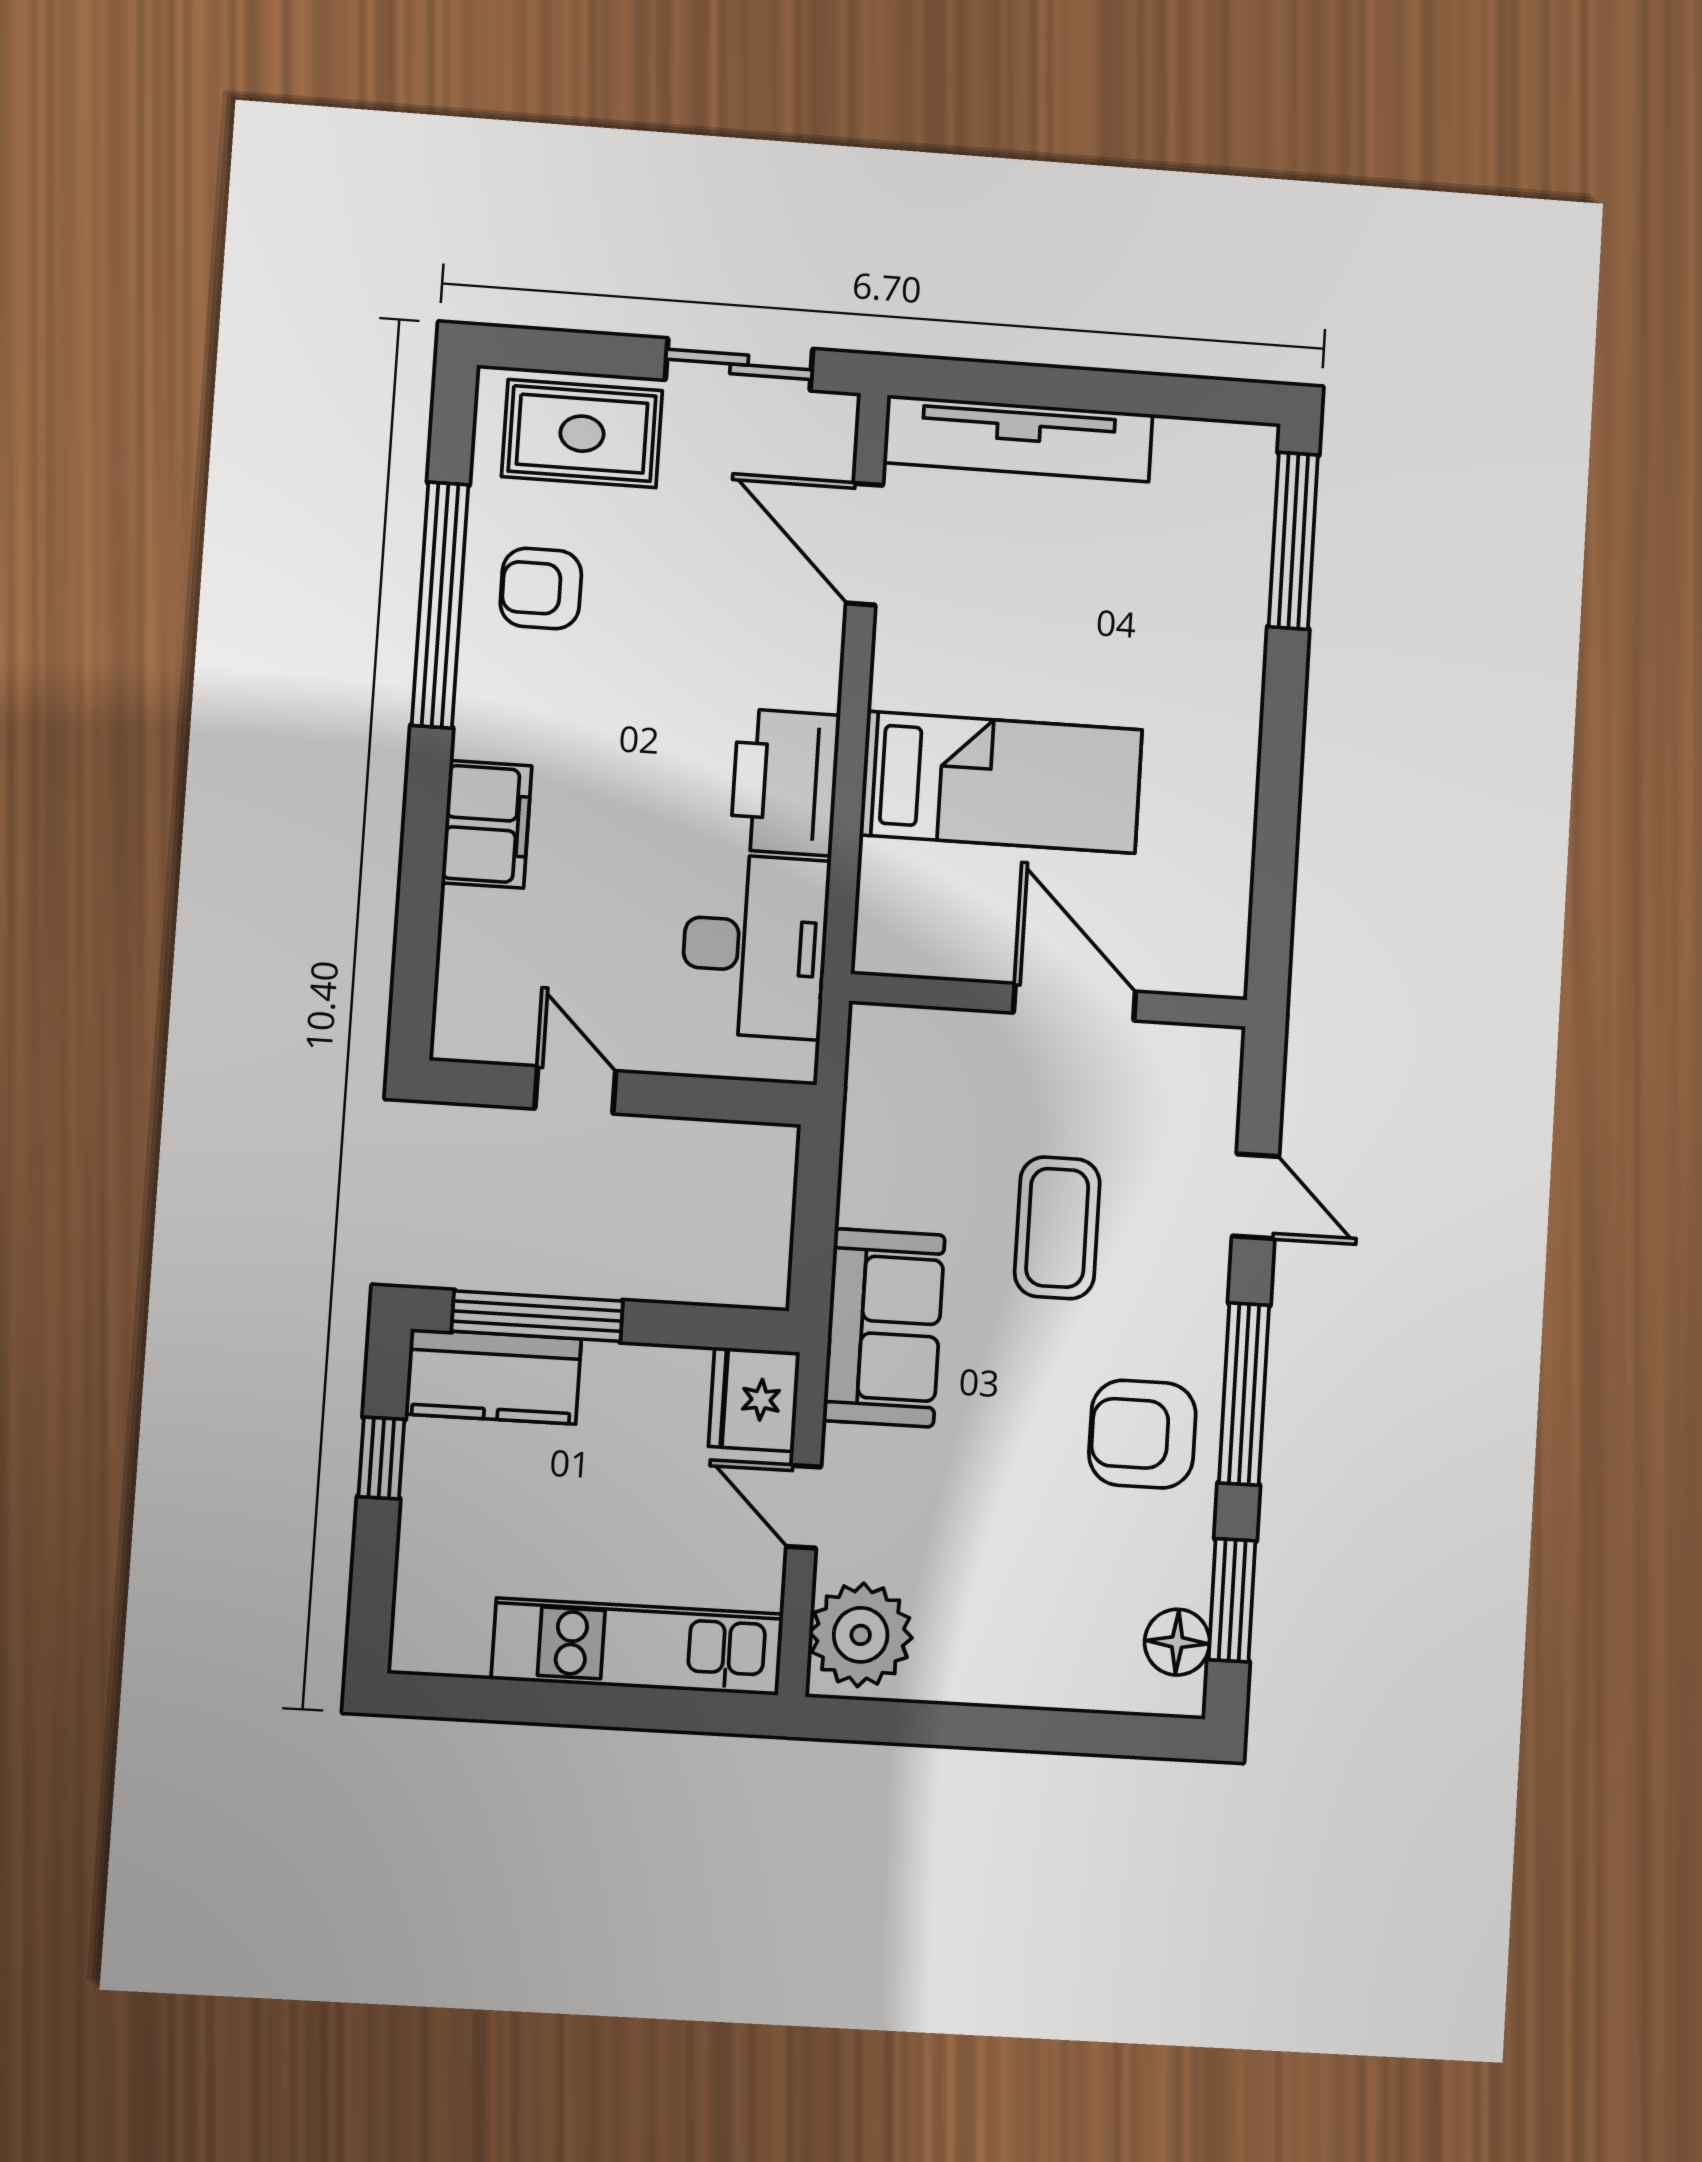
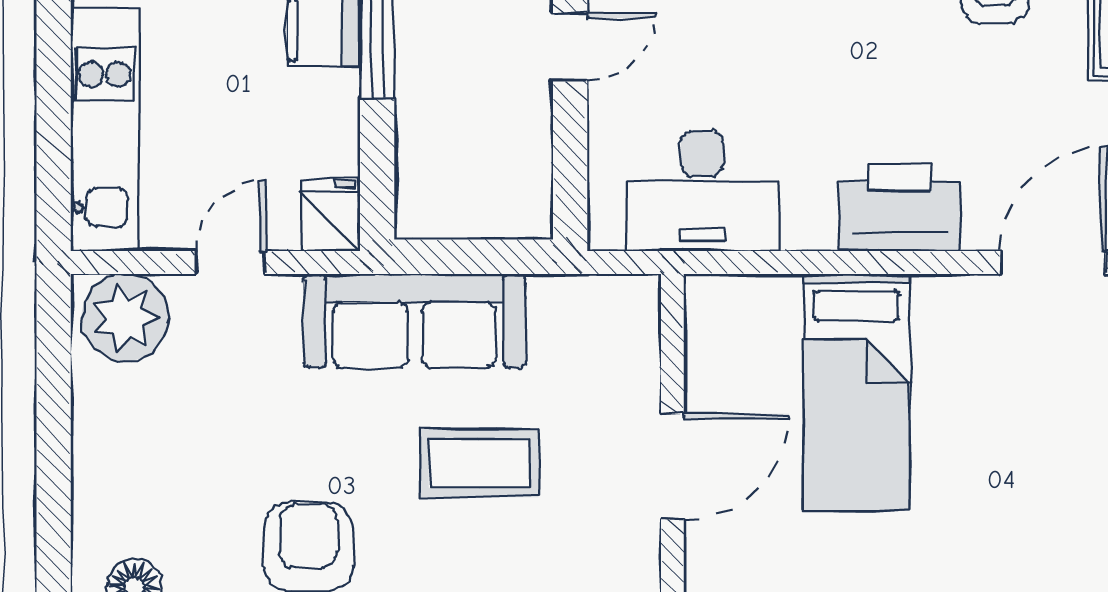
printer: (785, 782) -> (900, 208), moved
sofa: (884, 1328) -> (415, 321), width x1.36
fridge: (754, 1399) -> (330, 215), width x0.72

